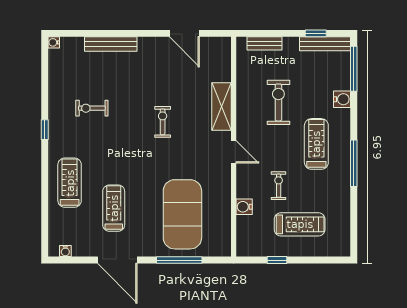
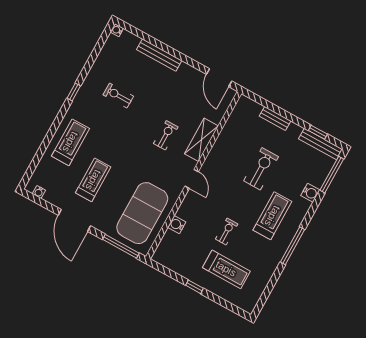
shelving: (222, 107) -> (201, 140), moved
wall: (234, 147) -> (194, 175), moved
door: (234, 152) -> (192, 179), moved
water cooler: (244, 207) -> (177, 225), moved

